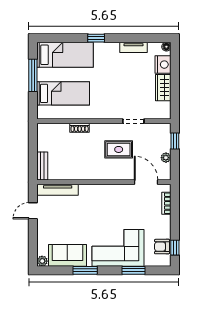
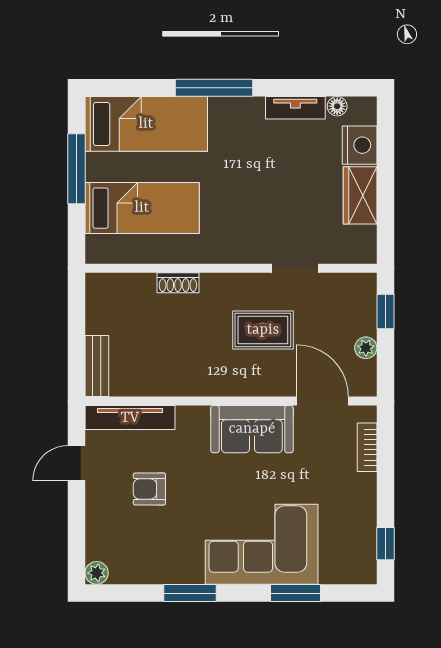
window: (96, 38) -> (214, 88), width x2.17
floor lamp: (166, 47) -> (337, 106), moved
armchair: (162, 247) -> (149, 489), moved
sofa: (67, 255) -> (252, 429), moved, turned 180

